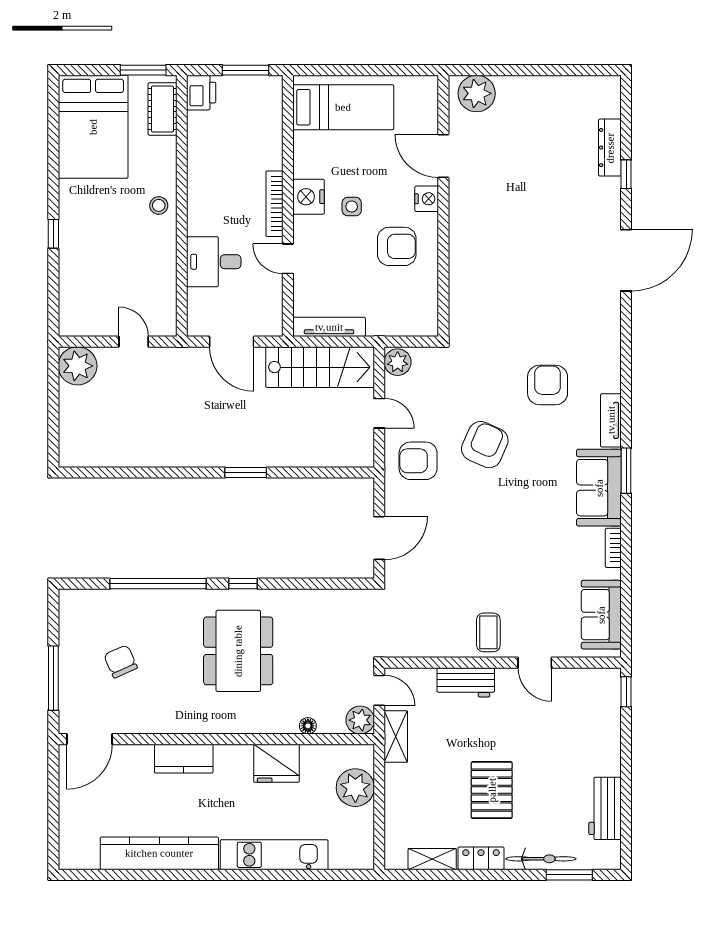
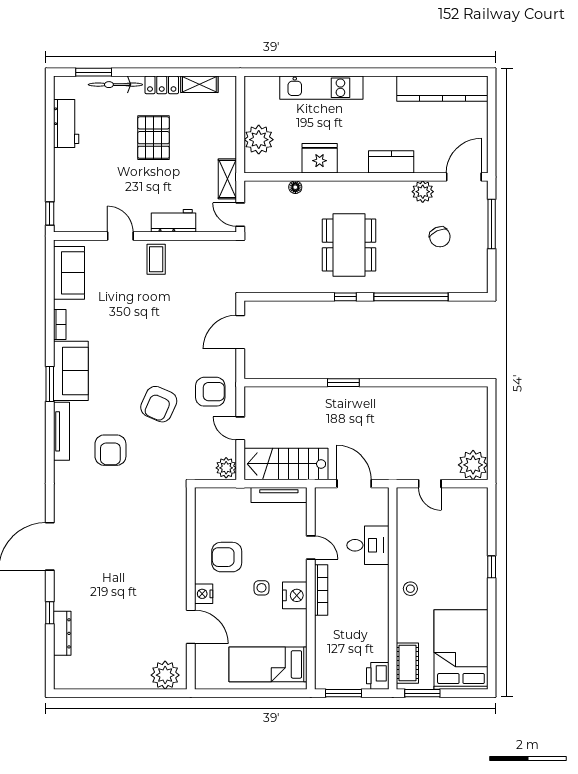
tv unit: (611, 420) -> (61, 431), width x1.41
plant: (360, 720) -> (423, 192), moved
kitchen counter: (159, 853) -> (442, 89), moved

